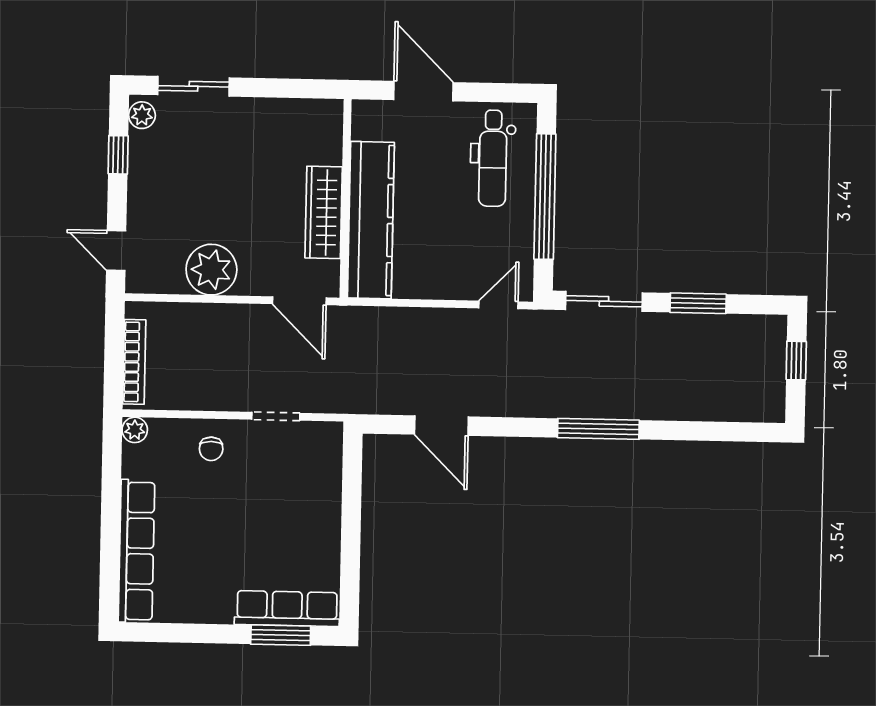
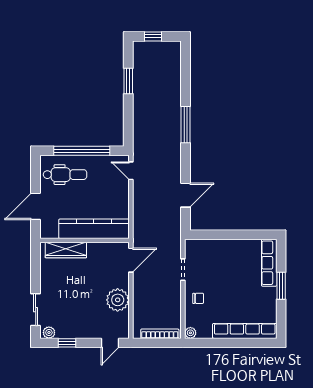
wardrobe: (324, 212) -> (66, 250), moved
sliding door: (604, 301) -> (128, 123), removed
window: (281, 635) -> (281, 286), moved

